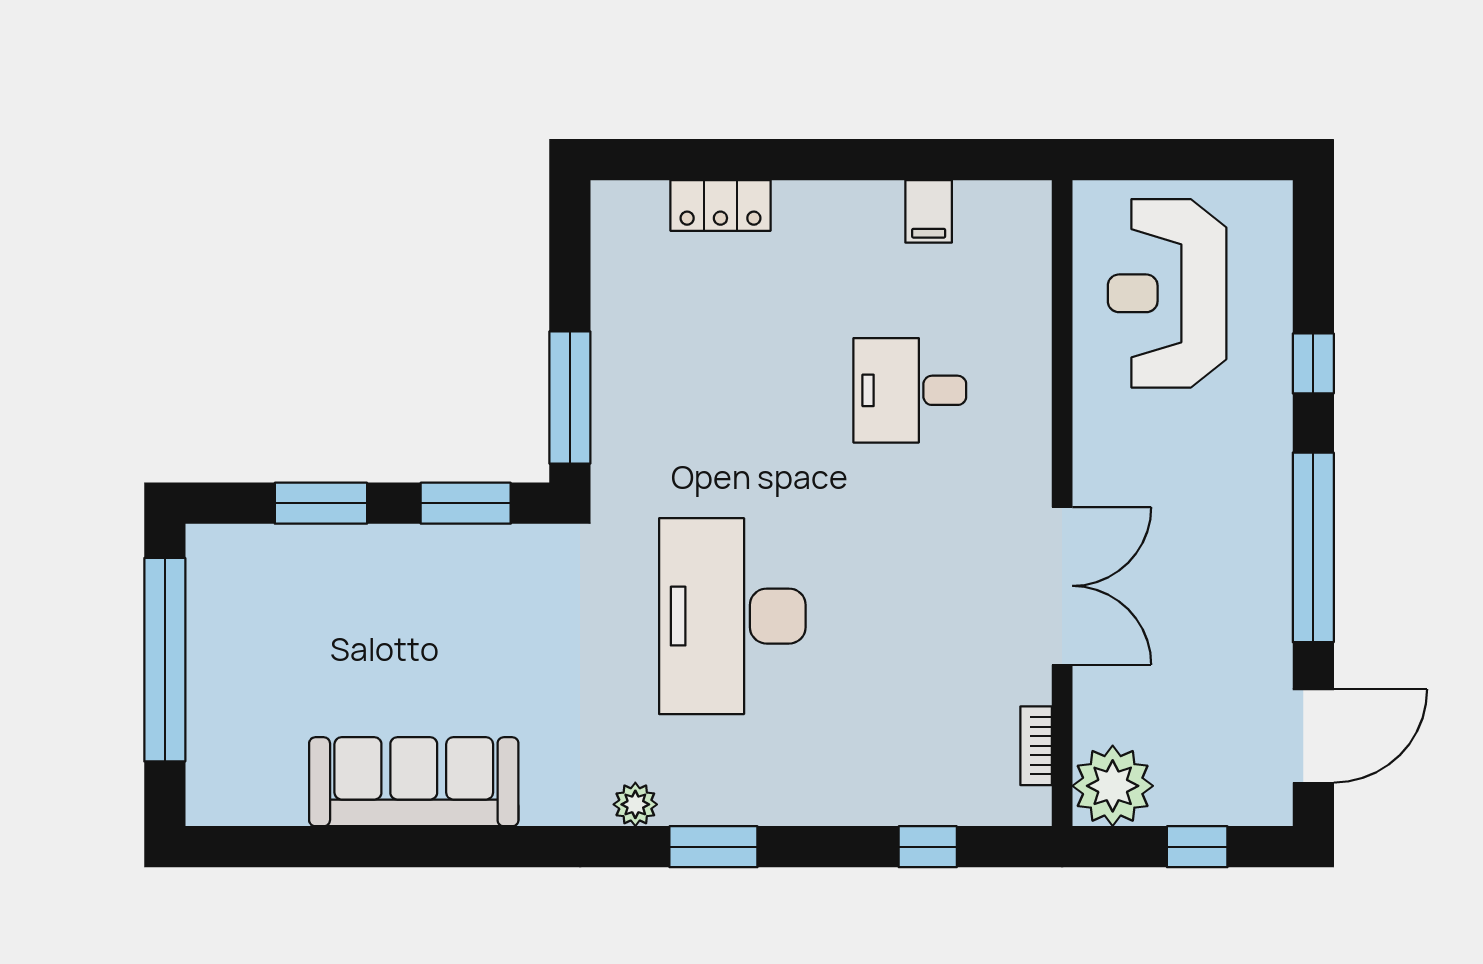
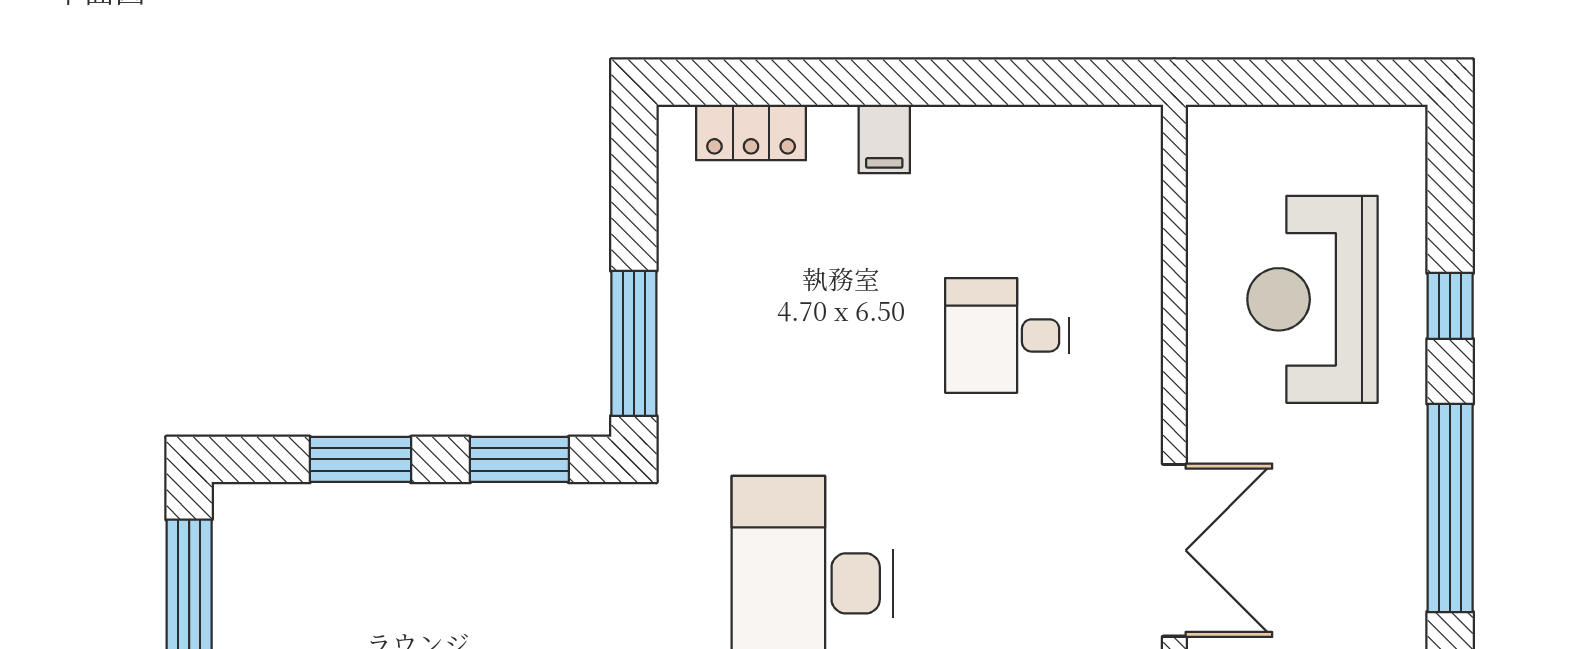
locker: (720, 206) -> (751, 132), moved
filing cabinet: (929, 211) -> (884, 139), moved
reception desk: (1167, 293) -> (1312, 299), moved

